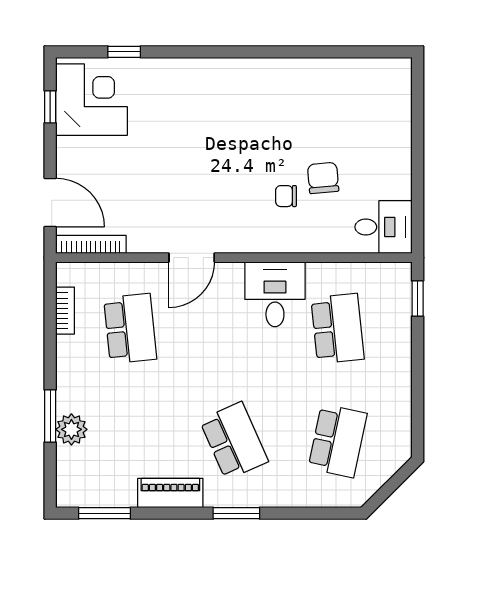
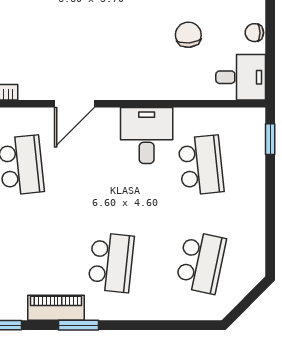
chair: (286, 196) -> (254, 33), moved
school desk: (234, 441) -> (111, 262), turned 30
window: (236, 513) -> (78, 325), moved

